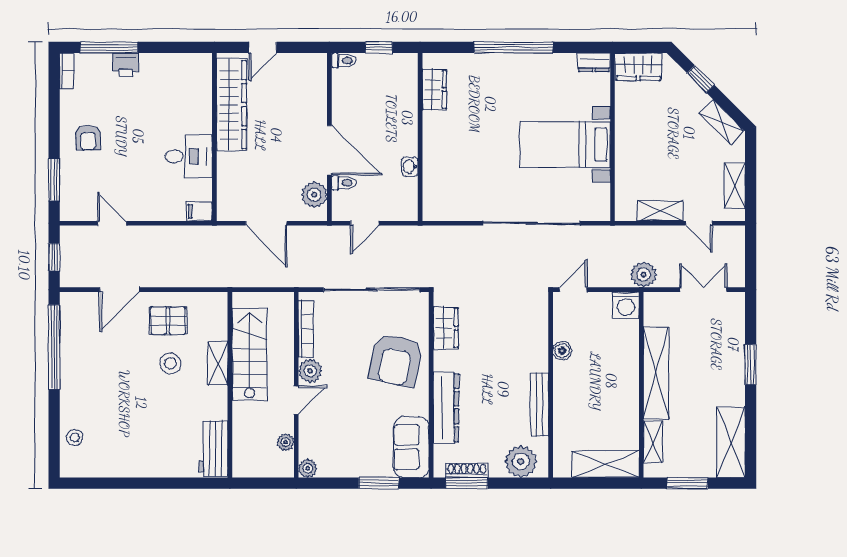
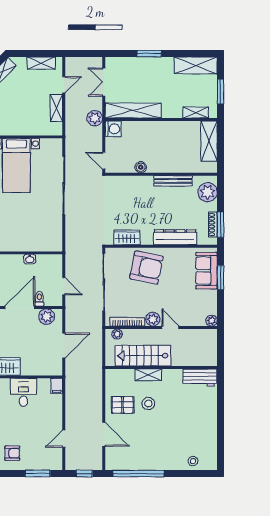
pallet: (168, 321) -> (123, 405), turned 90
shelving: (656, 373) -> (133, 111), moved
plant: (286, 442) -> (117, 334), moved
sofa: (411, 447) -> (207, 271), moved, turned 90

